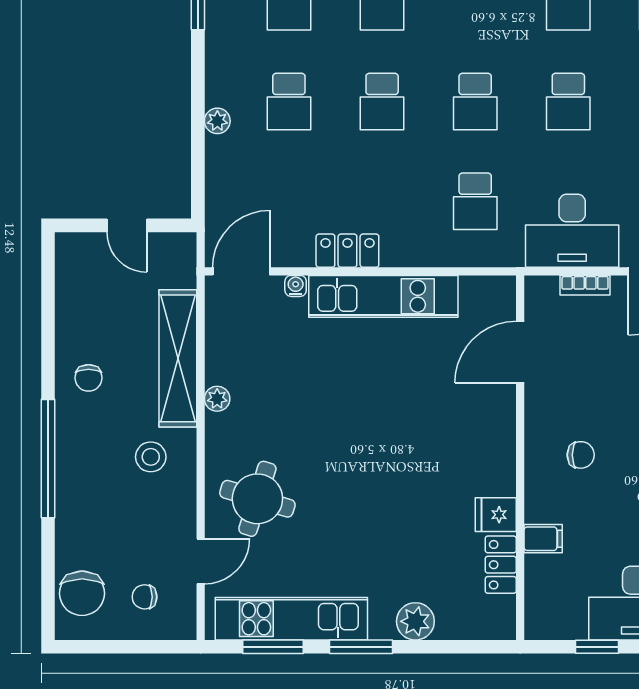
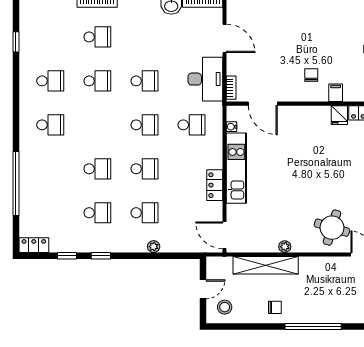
bookcase: (585, 285) -> (231, 88), moved
water cooler: (296, 286) -> (231, 127), moved
stool: (151, 457) -> (225, 307), moved
filing cabinet: (543, 539) -> (336, 93), moved

